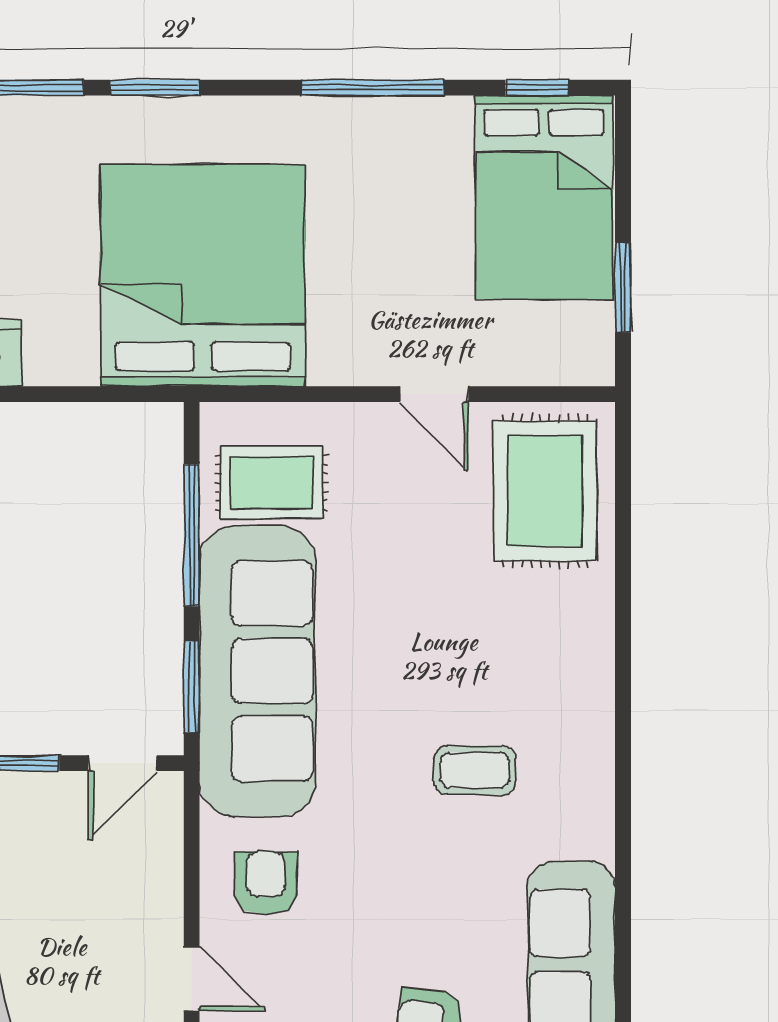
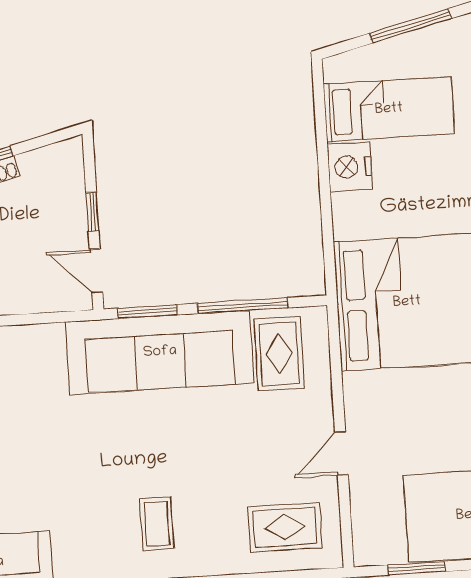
rug: (545, 491) -> (285, 527), width x0.73, depth x0.70
coffee table: (475, 770) -> (157, 524), moved
armchair: (266, 883) -> (26, 366), removed

